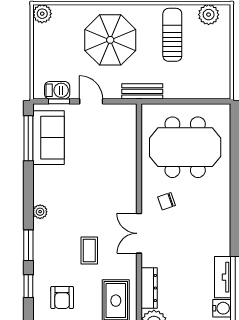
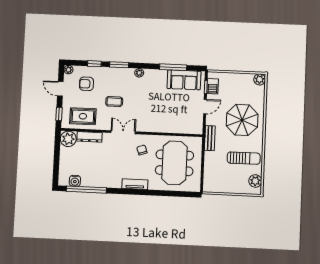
window: (28, 138) -> (173, 67), moved
tv unit: (223, 277) -> (135, 184), moved

